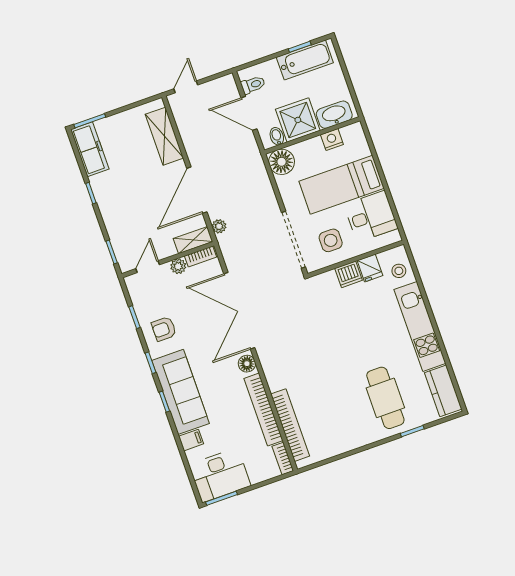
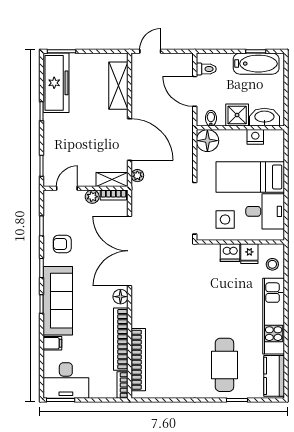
shower: (298, 120) -> (237, 115), width x0.73, depth x0.73
freezer: (90, 149) -> (56, 83), width x1.36, depth x1.26
door: (197, 190) -> (130, 139), swing flipped

